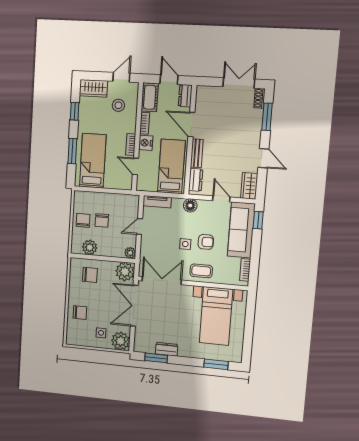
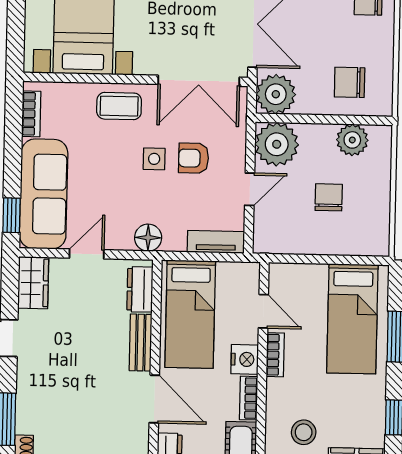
door: (221, 199) -> (87, 254), swing flipped
chair: (83, 220) -> (368, 195), removed
armchair: (206, 242) -> (194, 158), moved
plant: (130, 253) -> (277, 144), width x1.87, depth x1.87

